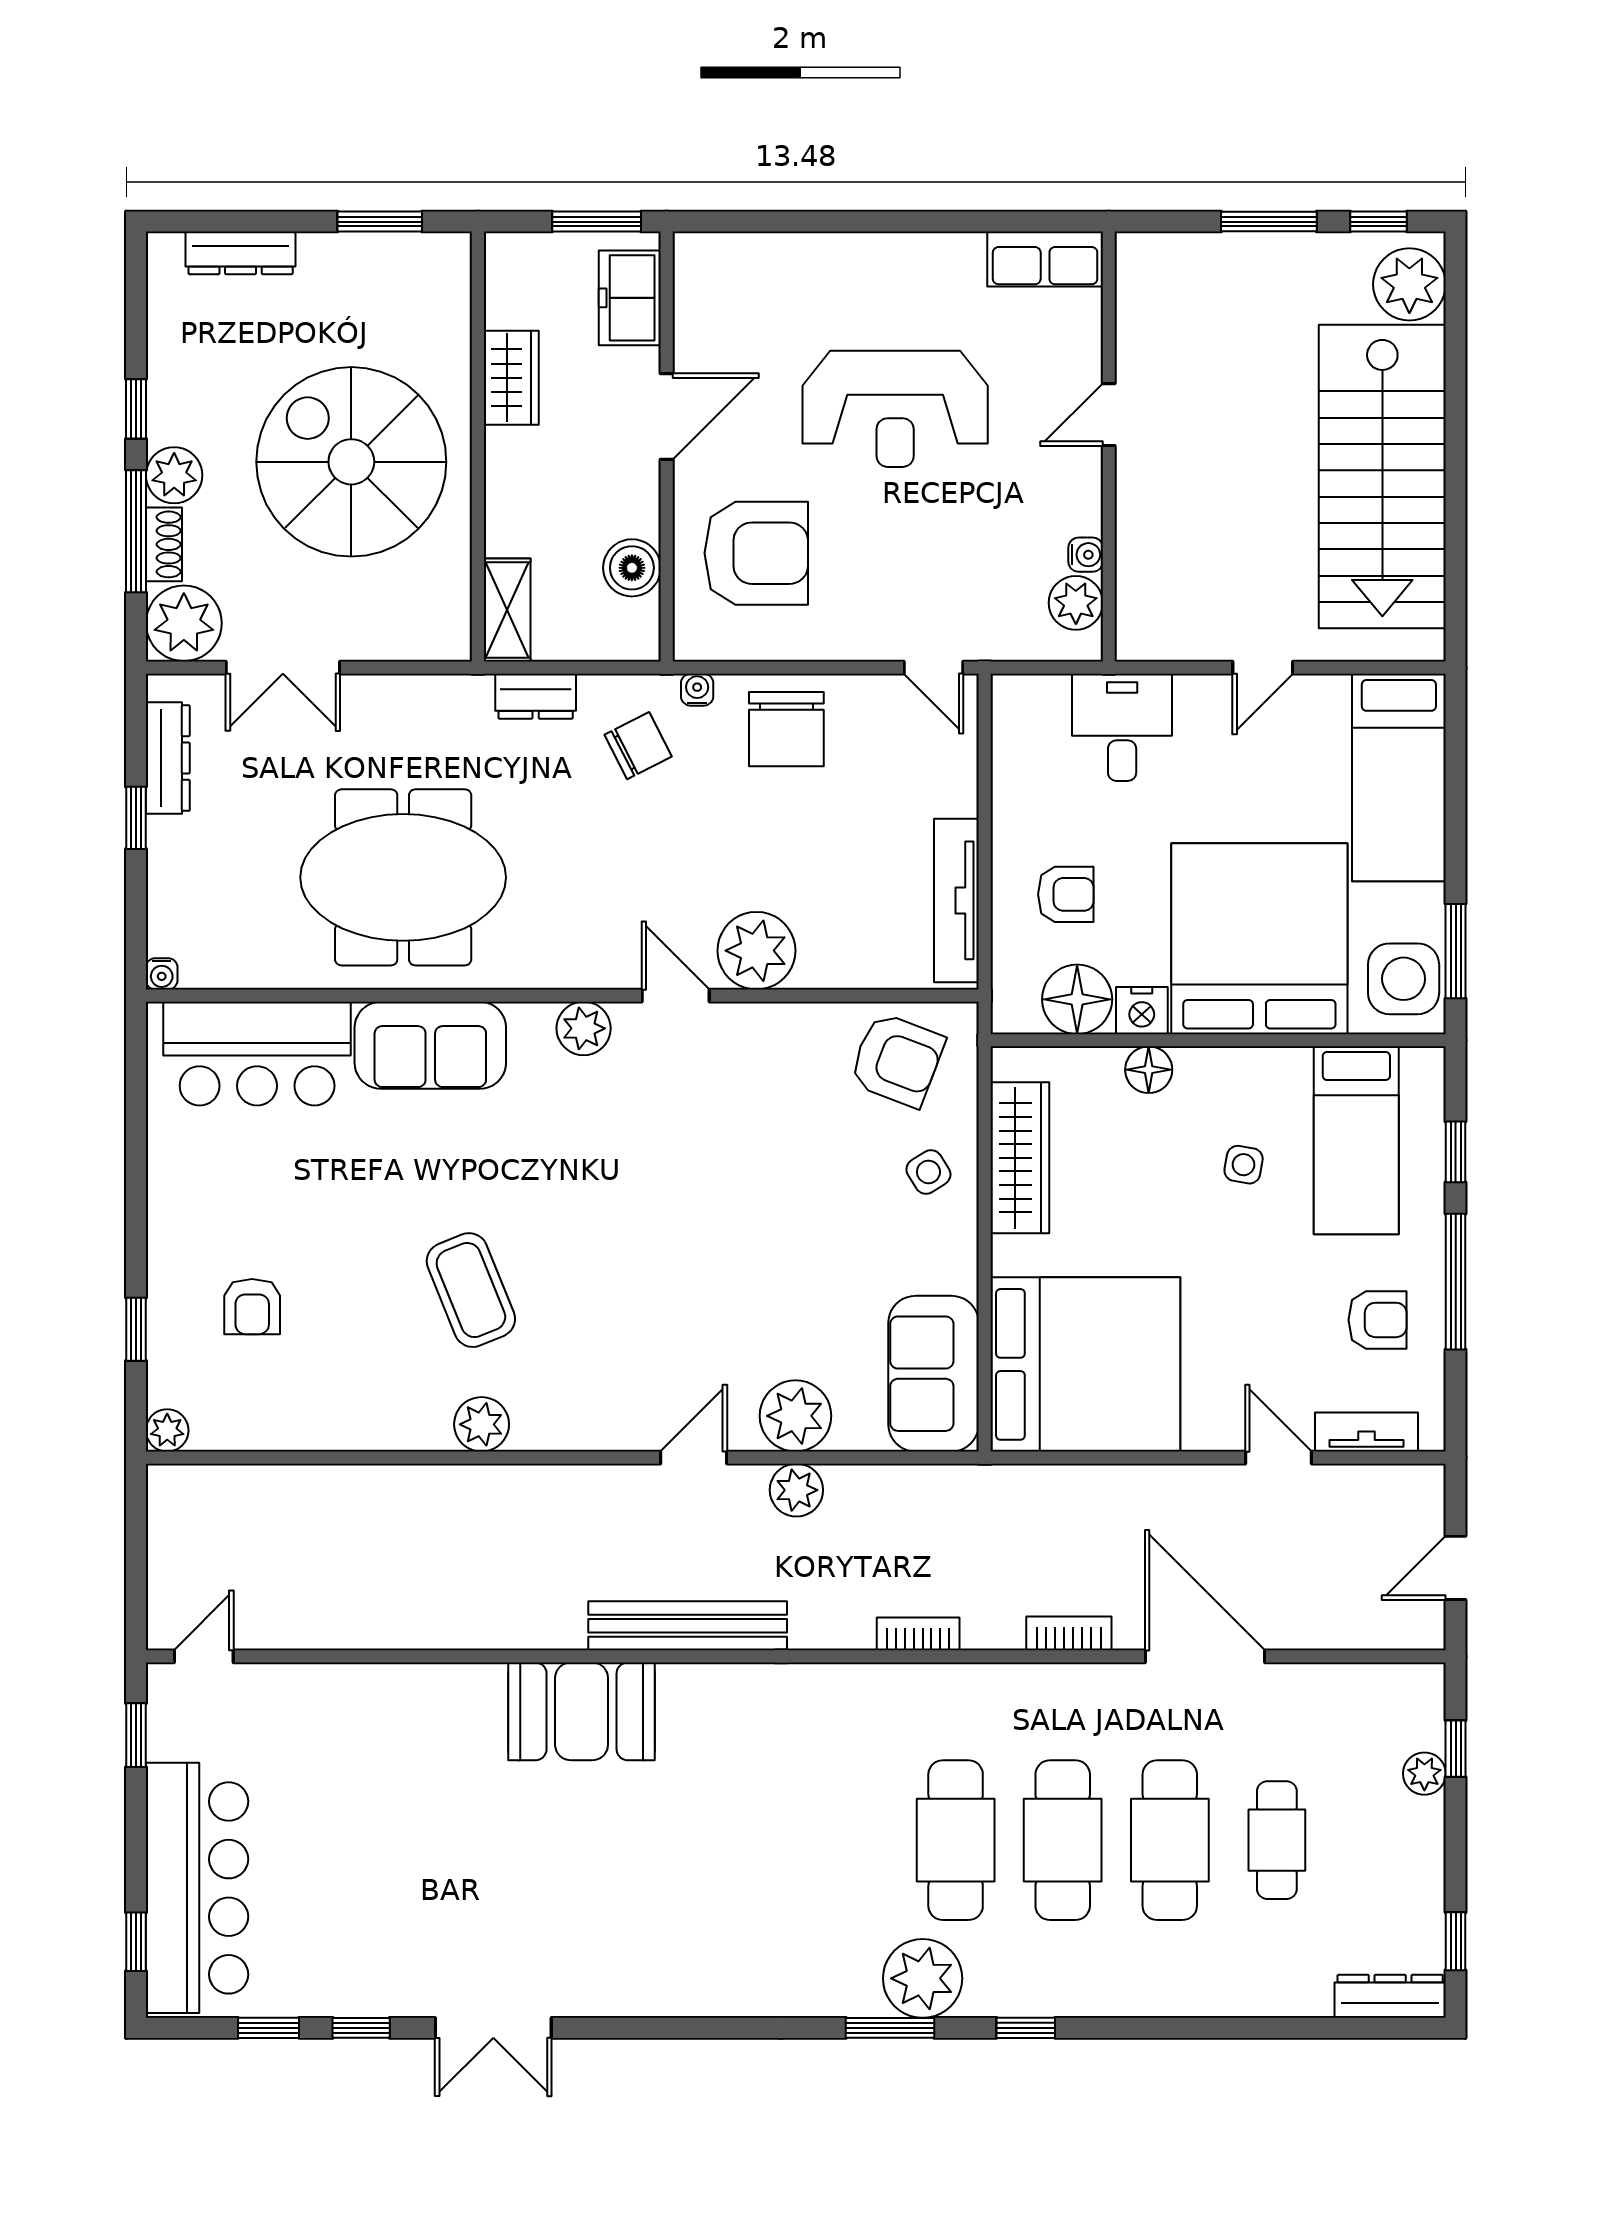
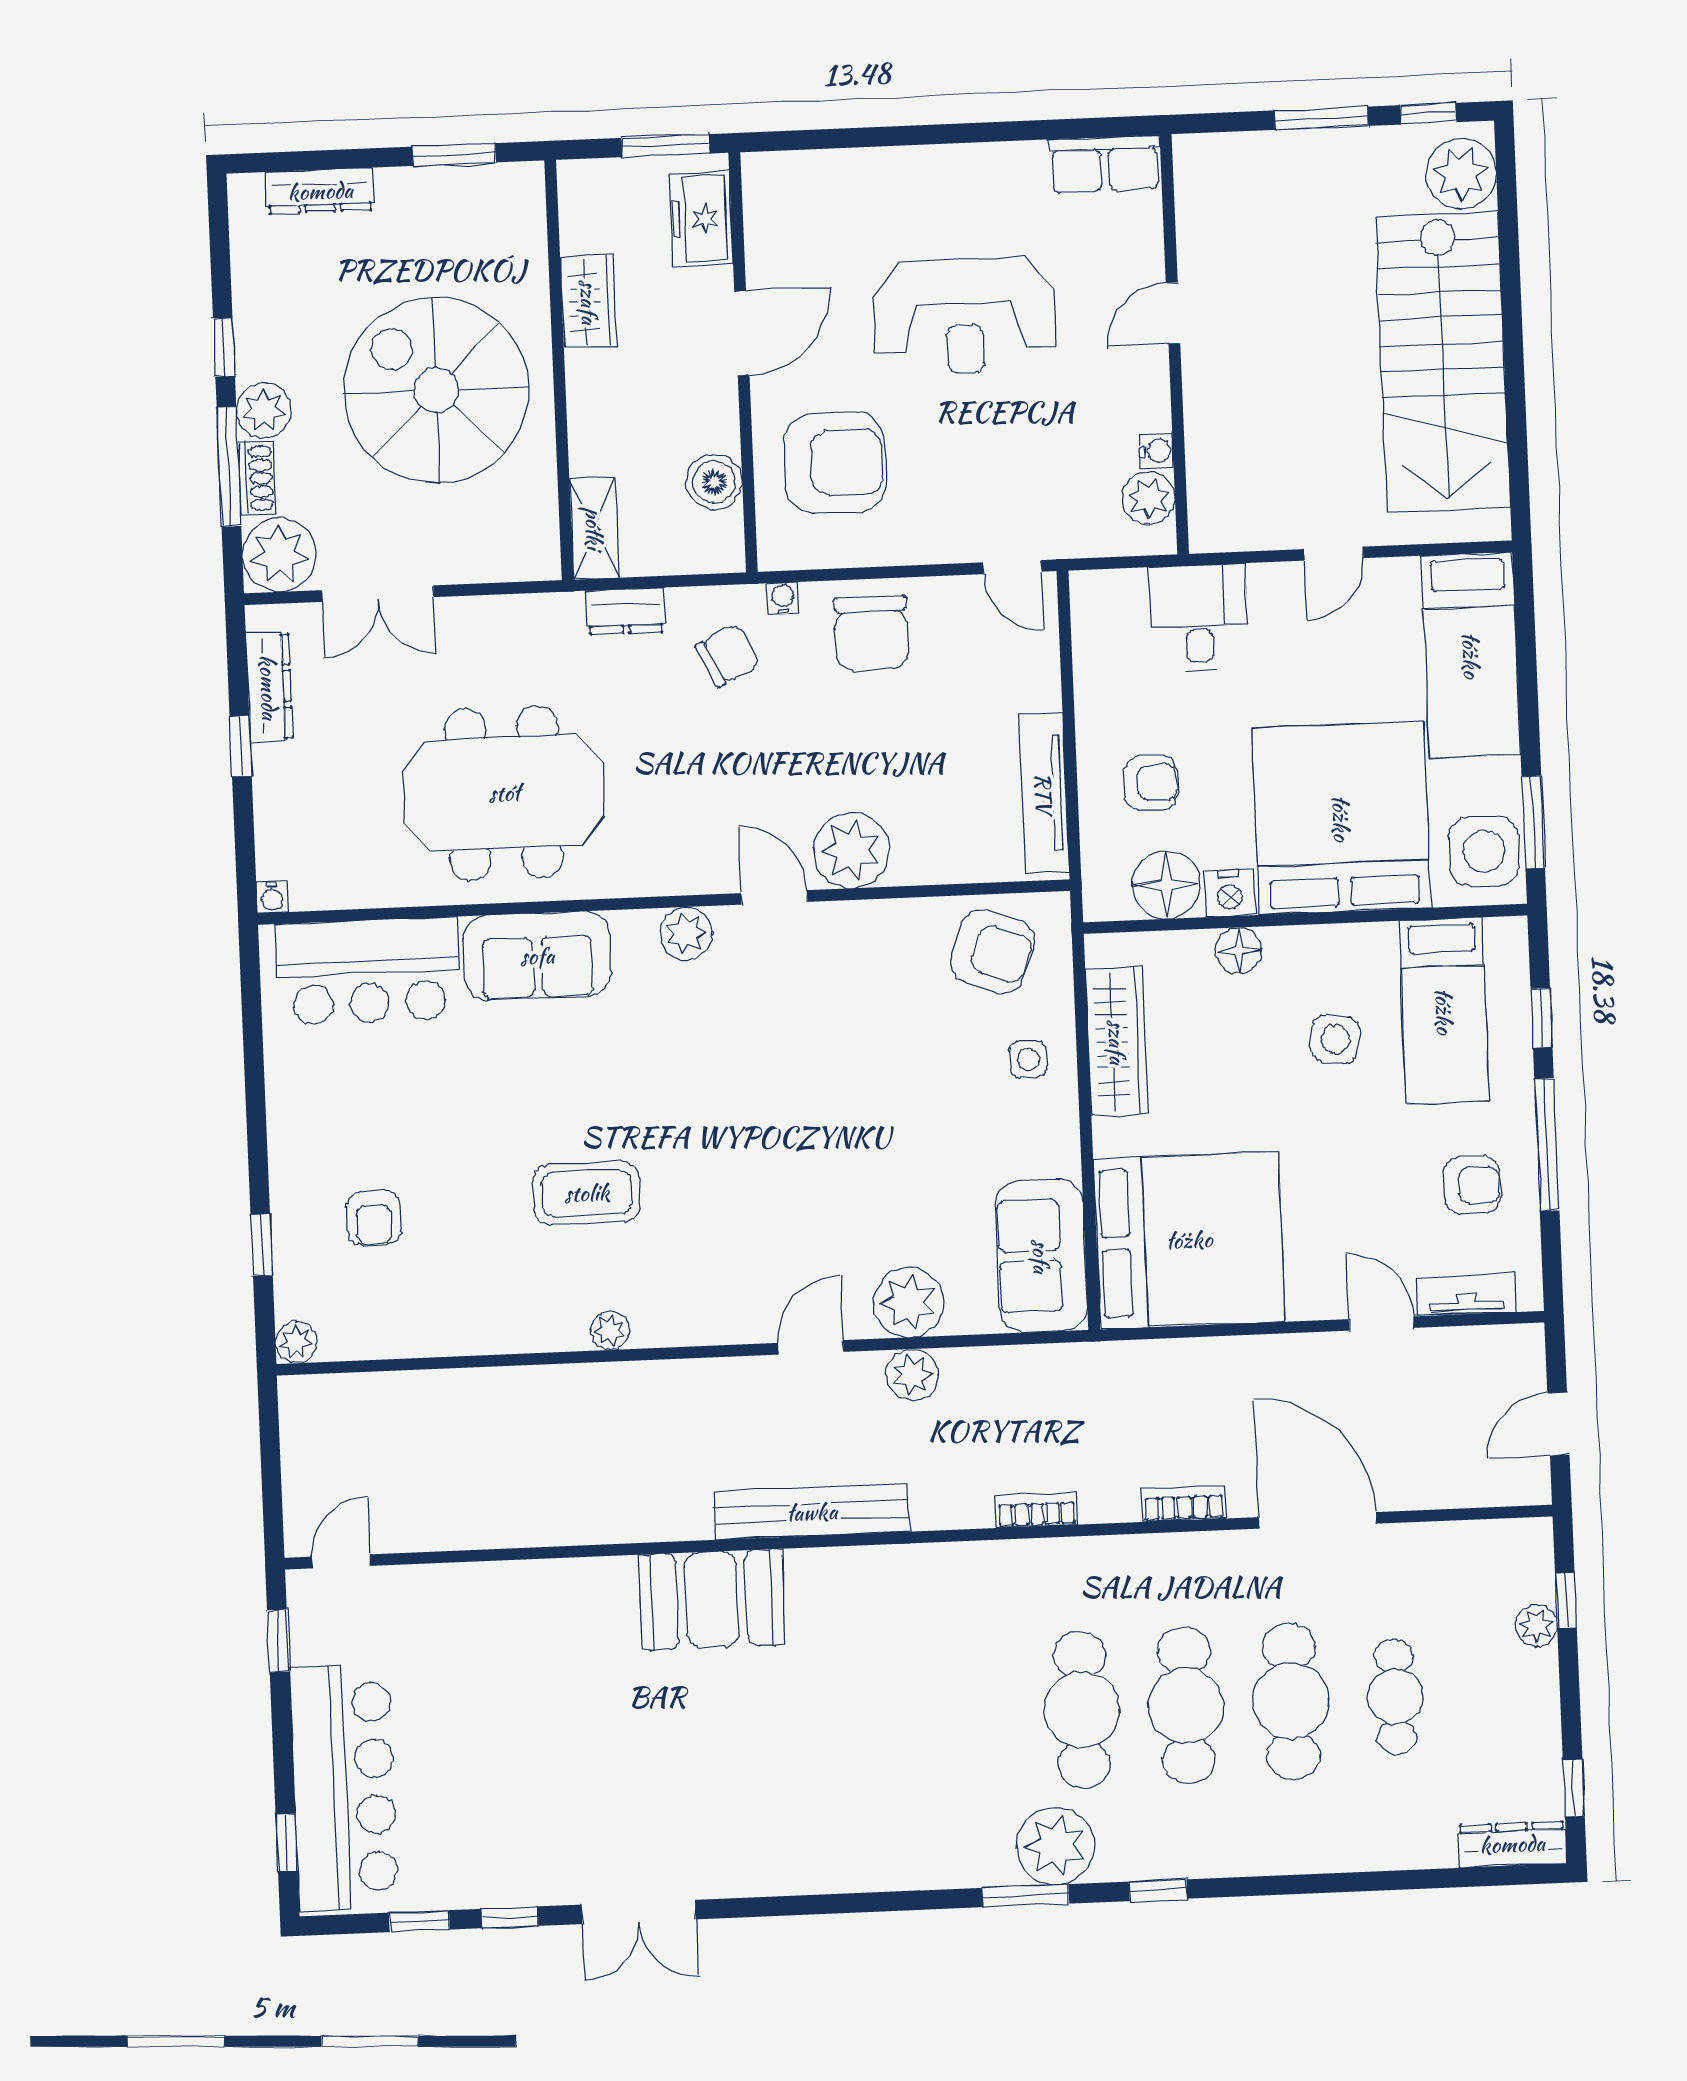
side table: (1244, 1165) -> (1335, 1039), width x1.37, depth x1.37
side table: (928, 1172) -> (1028, 1059), turned 32
coffee table: (471, 1290) -> (587, 1193), turned -68
plant: (482, 1424) -> (610, 1331), width x0.73, depth x0.73

